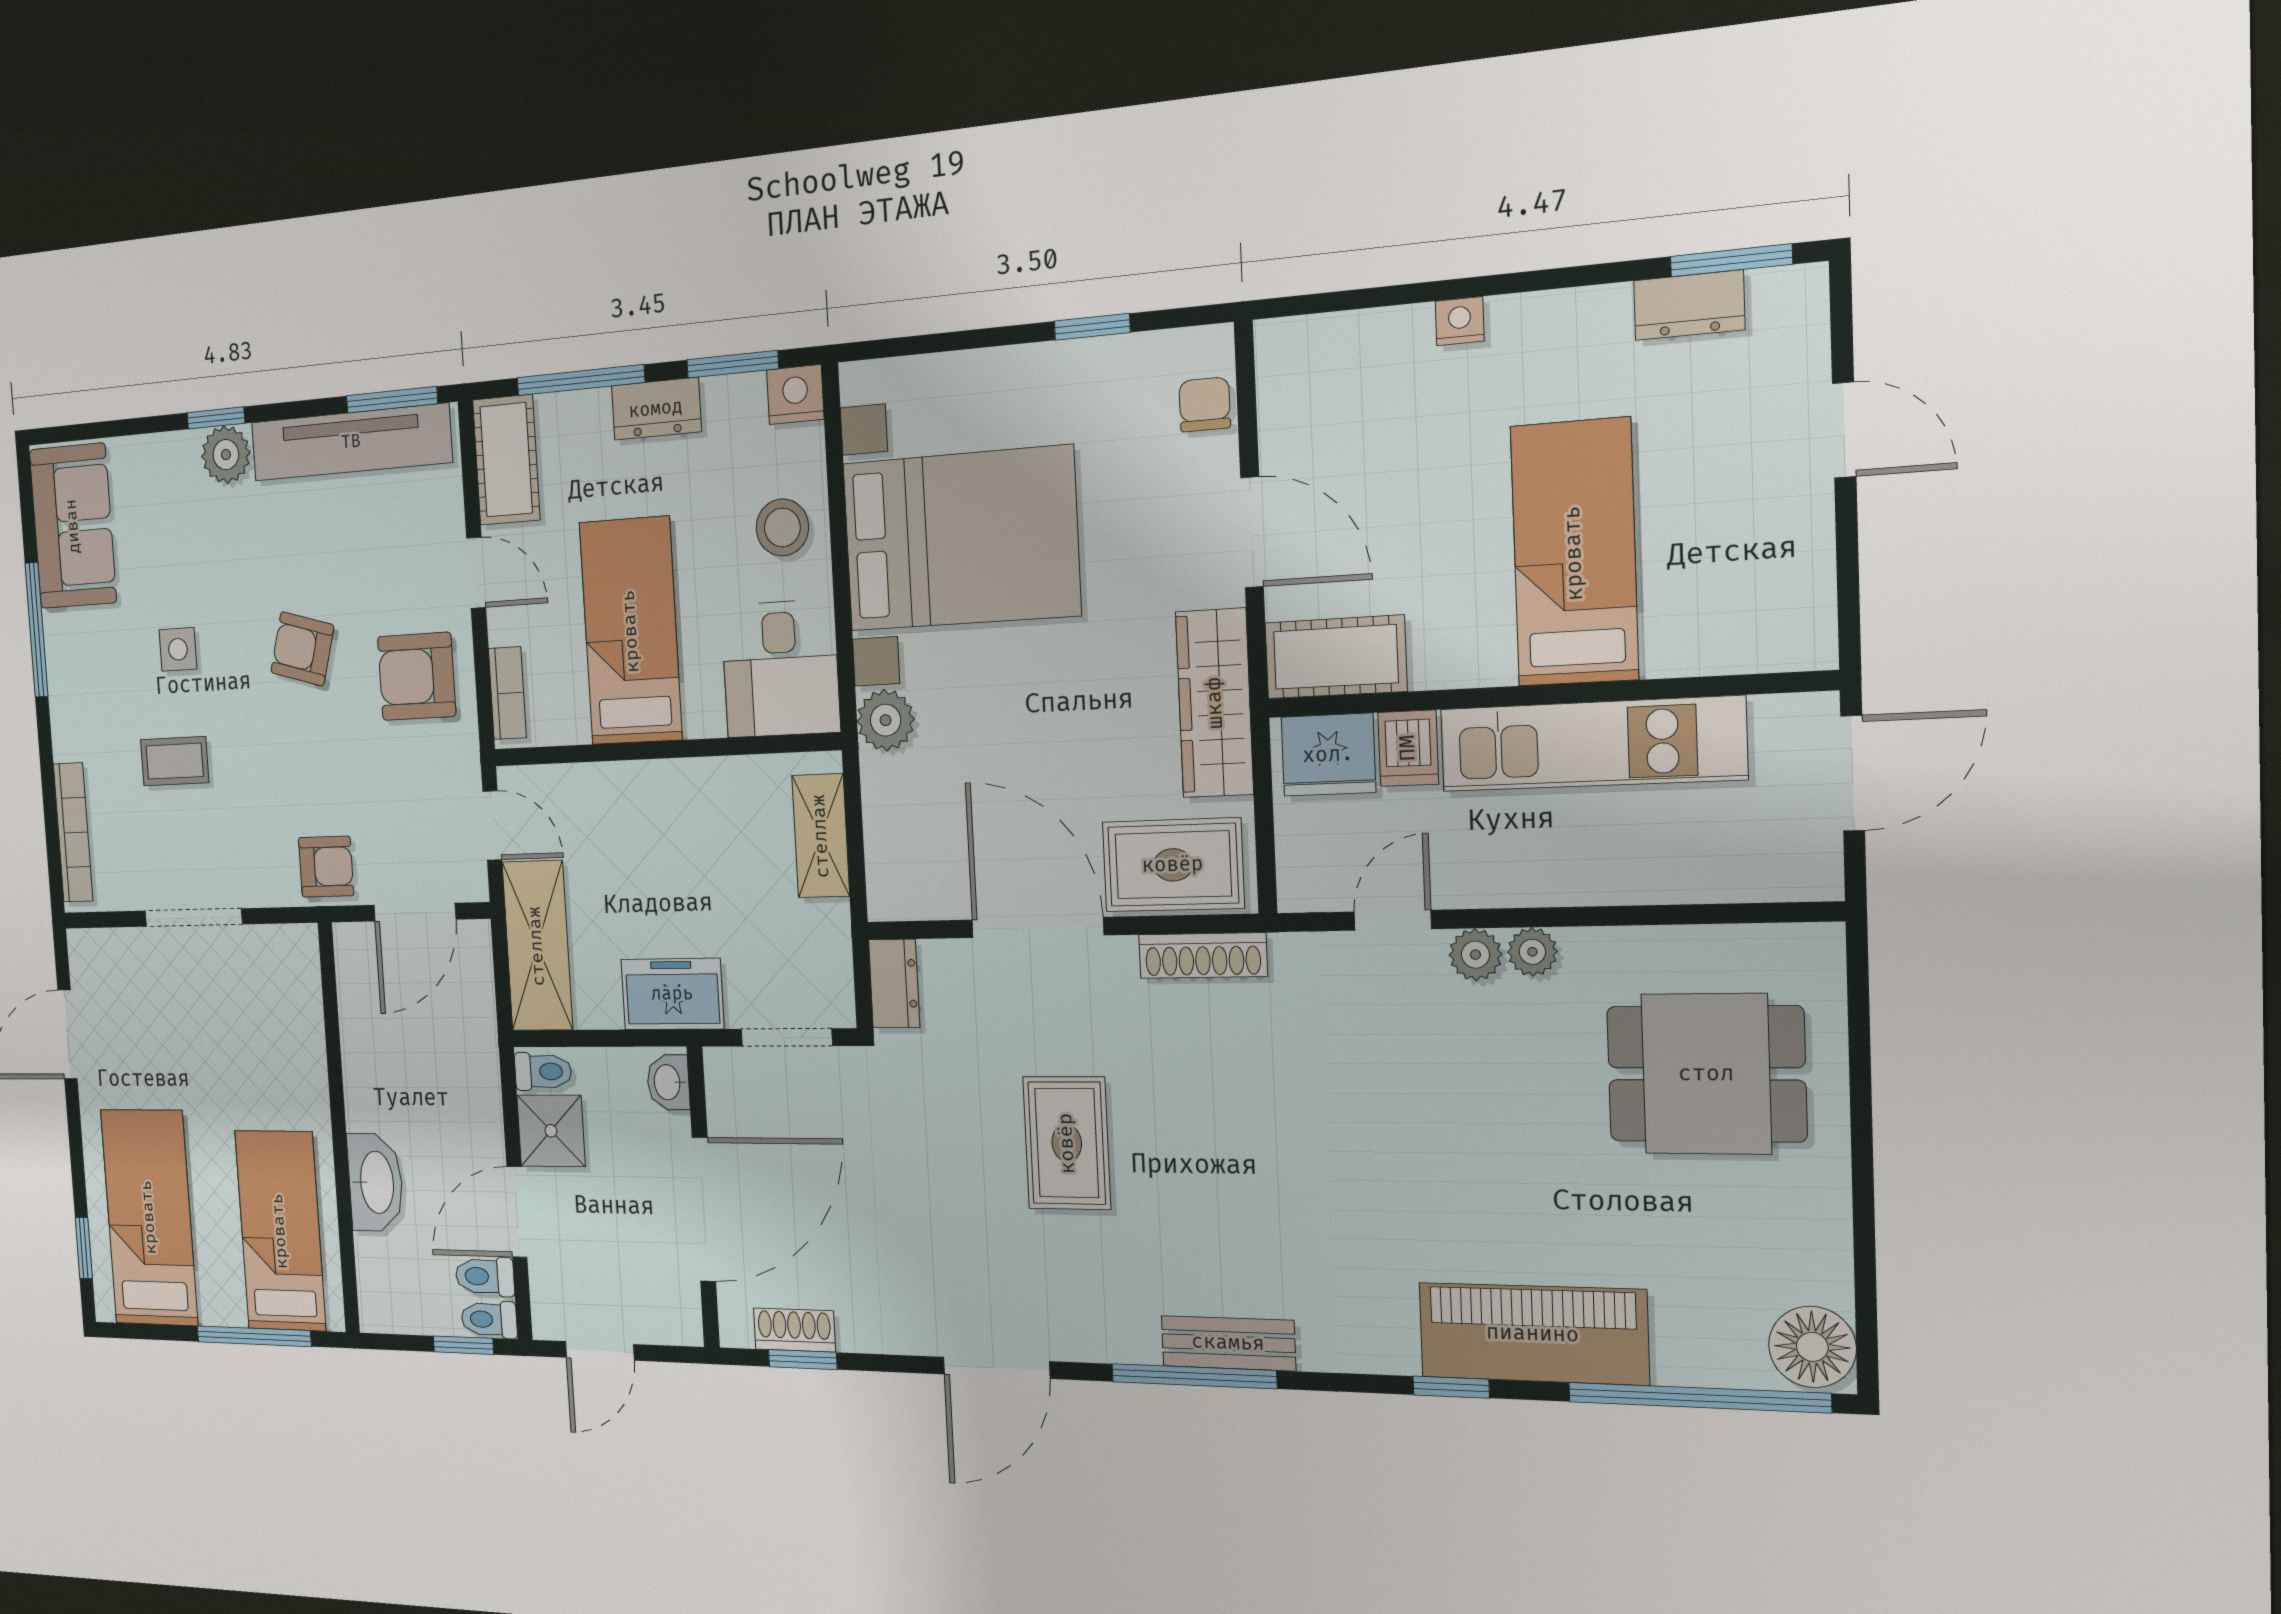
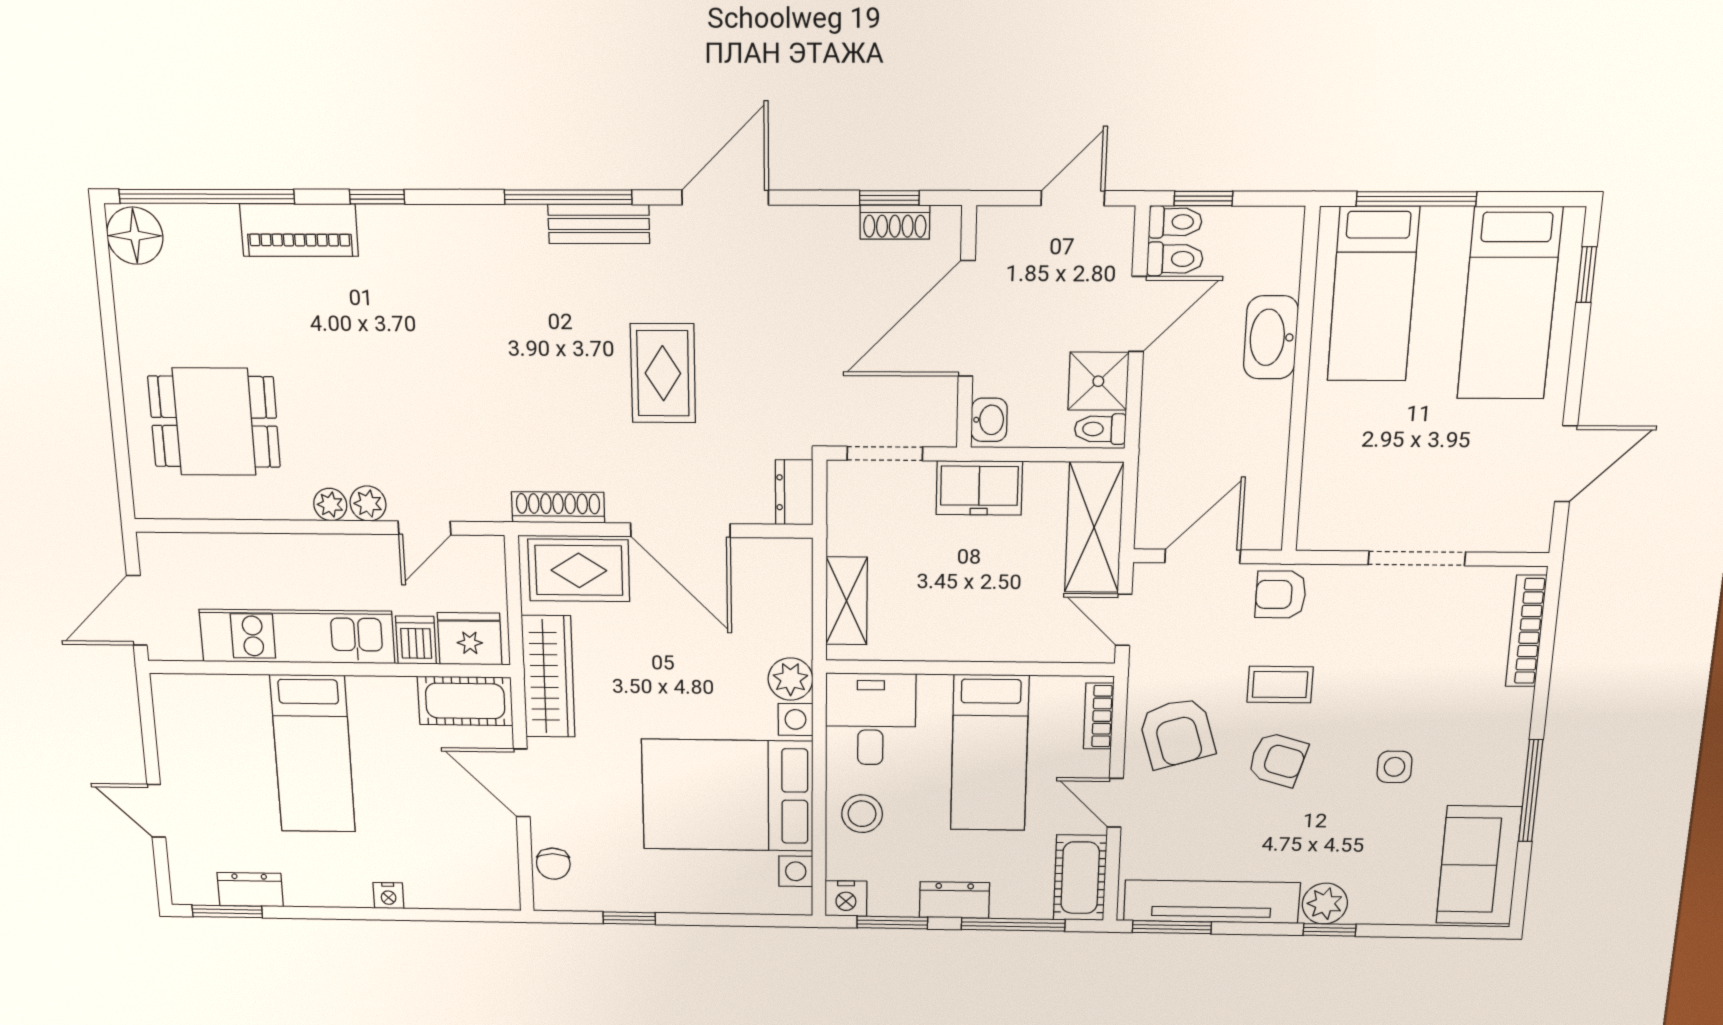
armchair: (417, 676) -> (1177, 733), turned 73
coffee table: (175, 761) -> (1280, 685), moved
piano: (1533, 1334) -> (299, 230), width x0.73, depth x0.75
bench: (1228, 1343) -> (599, 224), moved

